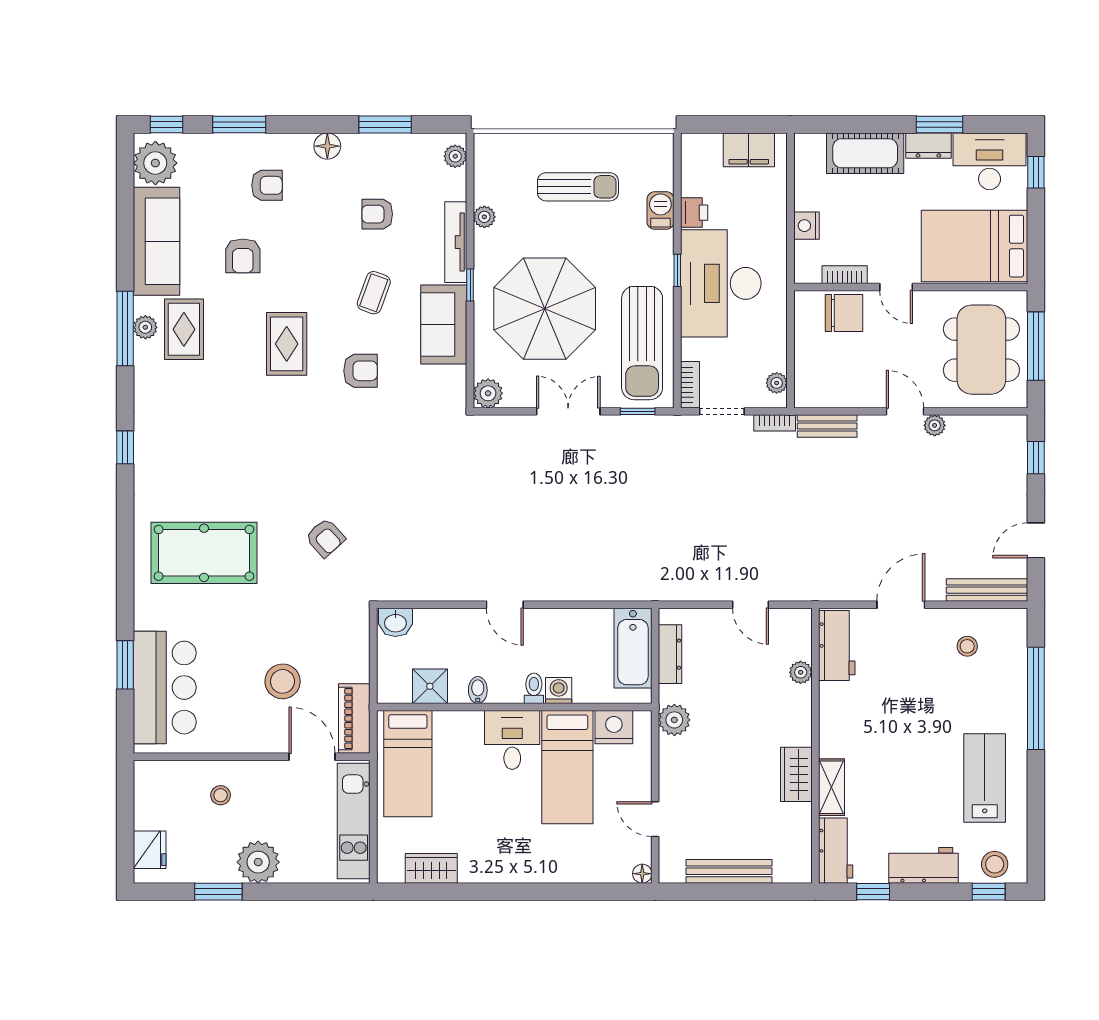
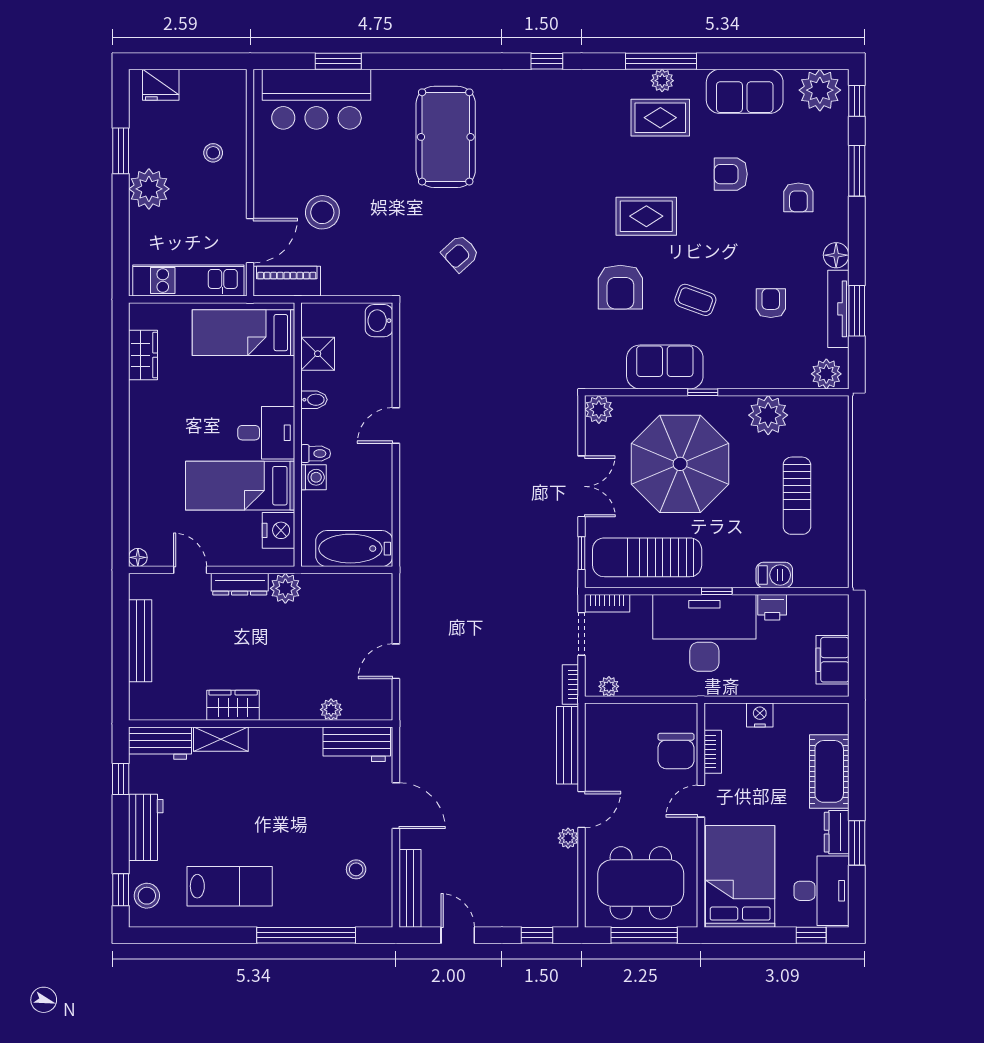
plant: (455, 156) -> (826, 374), width x1.38, depth x1.38
plant: (484, 217) -> (768, 415), width x1.88, depth x1.88
sofa: (157, 241) -> (745, 91), width x0.73
tv unit: (456, 242) -> (838, 309), moved, turned -90
armchair: (360, 371) -> (620, 287), width x1.38, depth x1.38
bench: (827, 426) -> (567, 745), width x1.36
dresser: (670, 654) -> (240, 584), moved
door: (655, 819) -> (190, 570), hinge flipped

